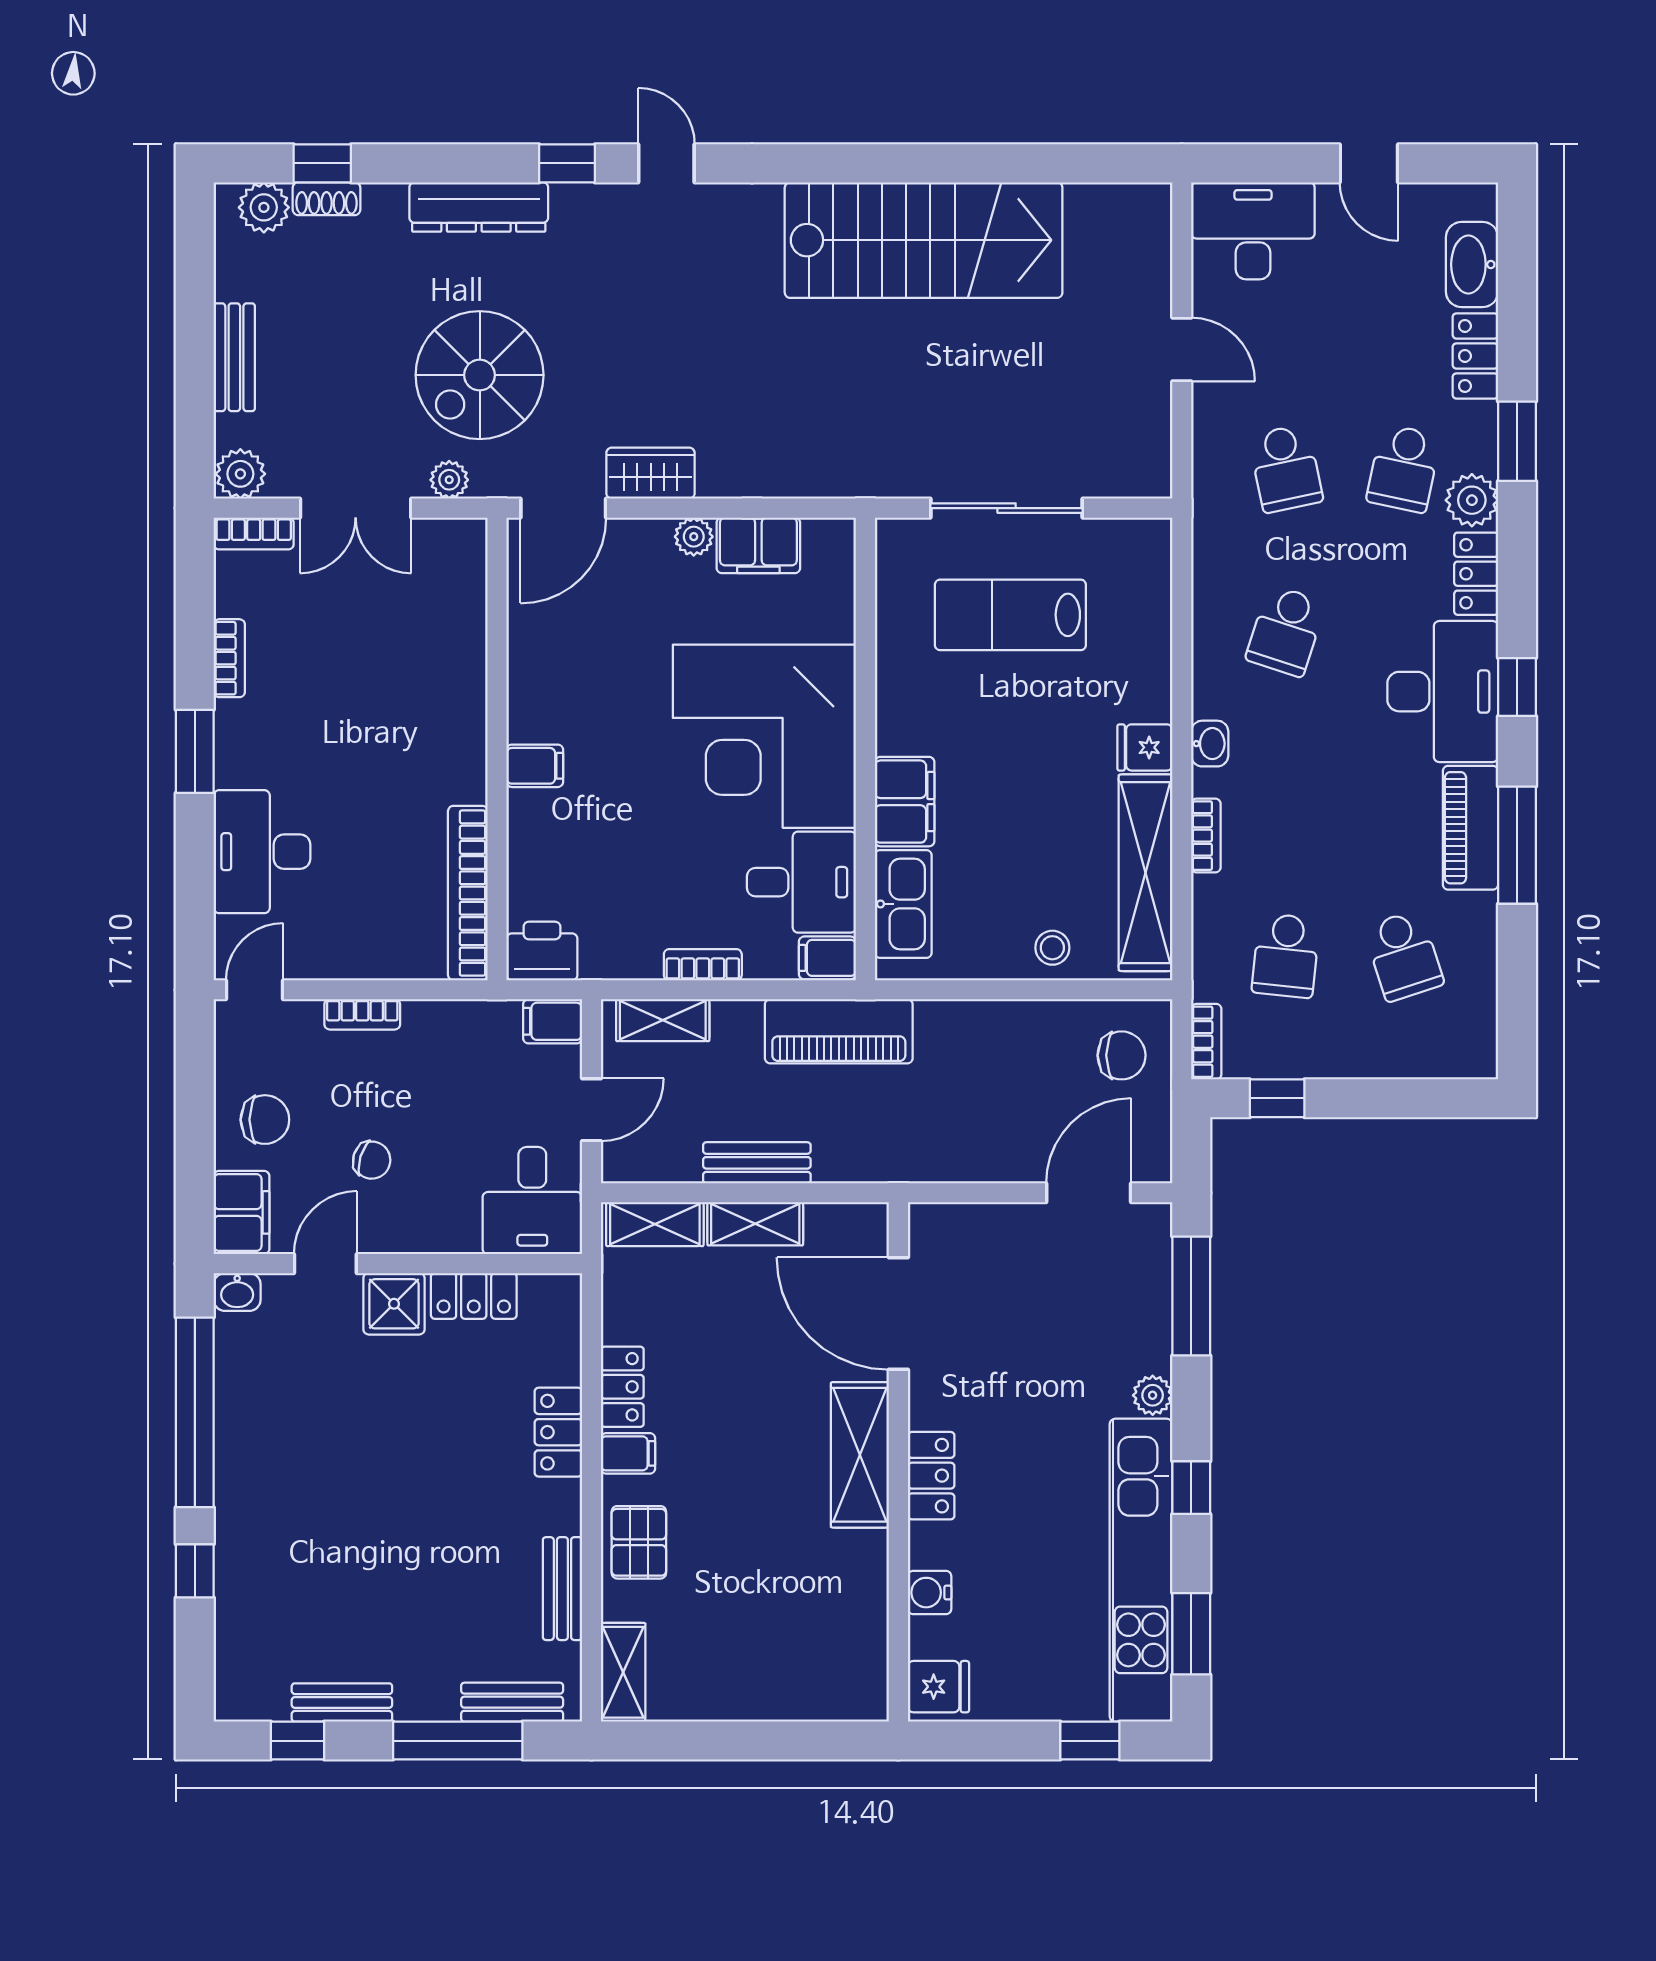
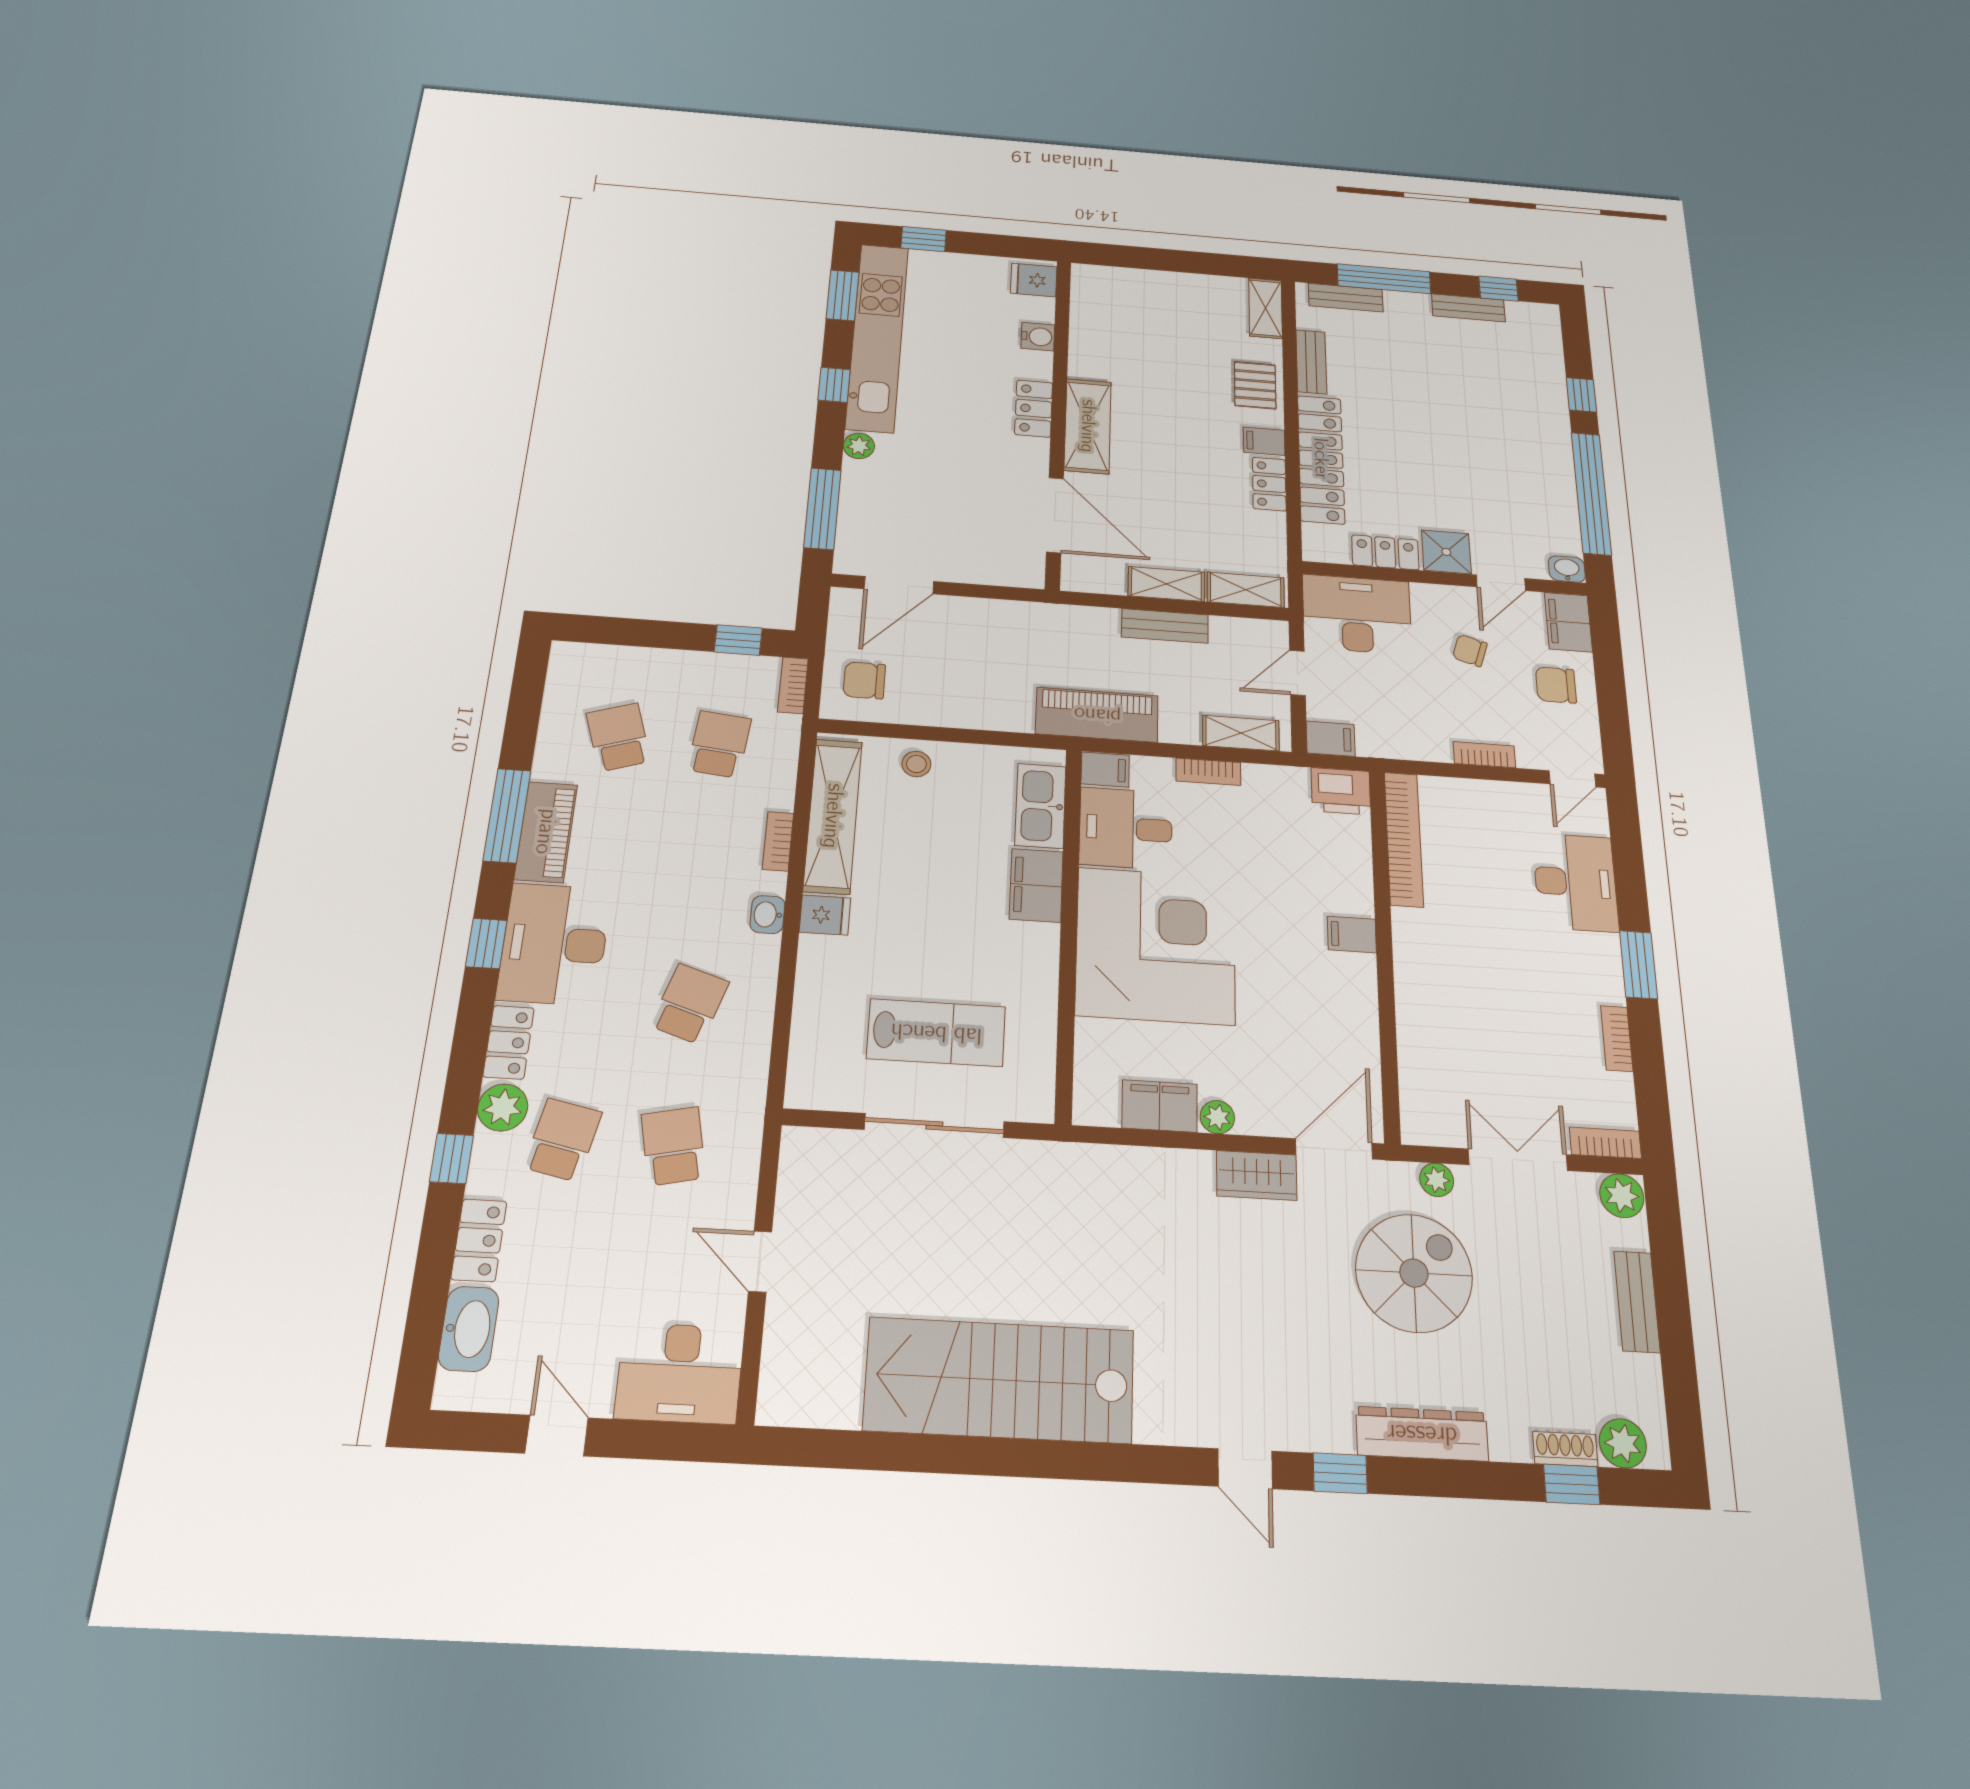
window: (1517, 441) -> (451, 1158), width x0.67
desk: (532, 1201) -> (1357, 614), width x1.37
locker: (558, 1432) -> (1321, 459), width x2.16, depth x1.21

